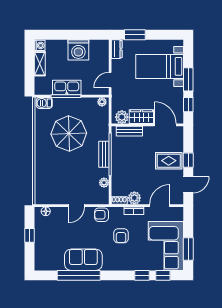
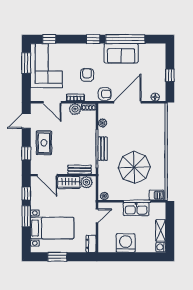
window: (135, 35) -> (57, 257), moved
window: (188, 160) -> (26, 153), moved
rug: (169, 161) -> (44, 143), turned 90
door: (76, 206) -> (127, 102), width x1.88
door: (160, 206) -> (52, 102), hinge flipped
window: (142, 275) -> (93, 39), moved

